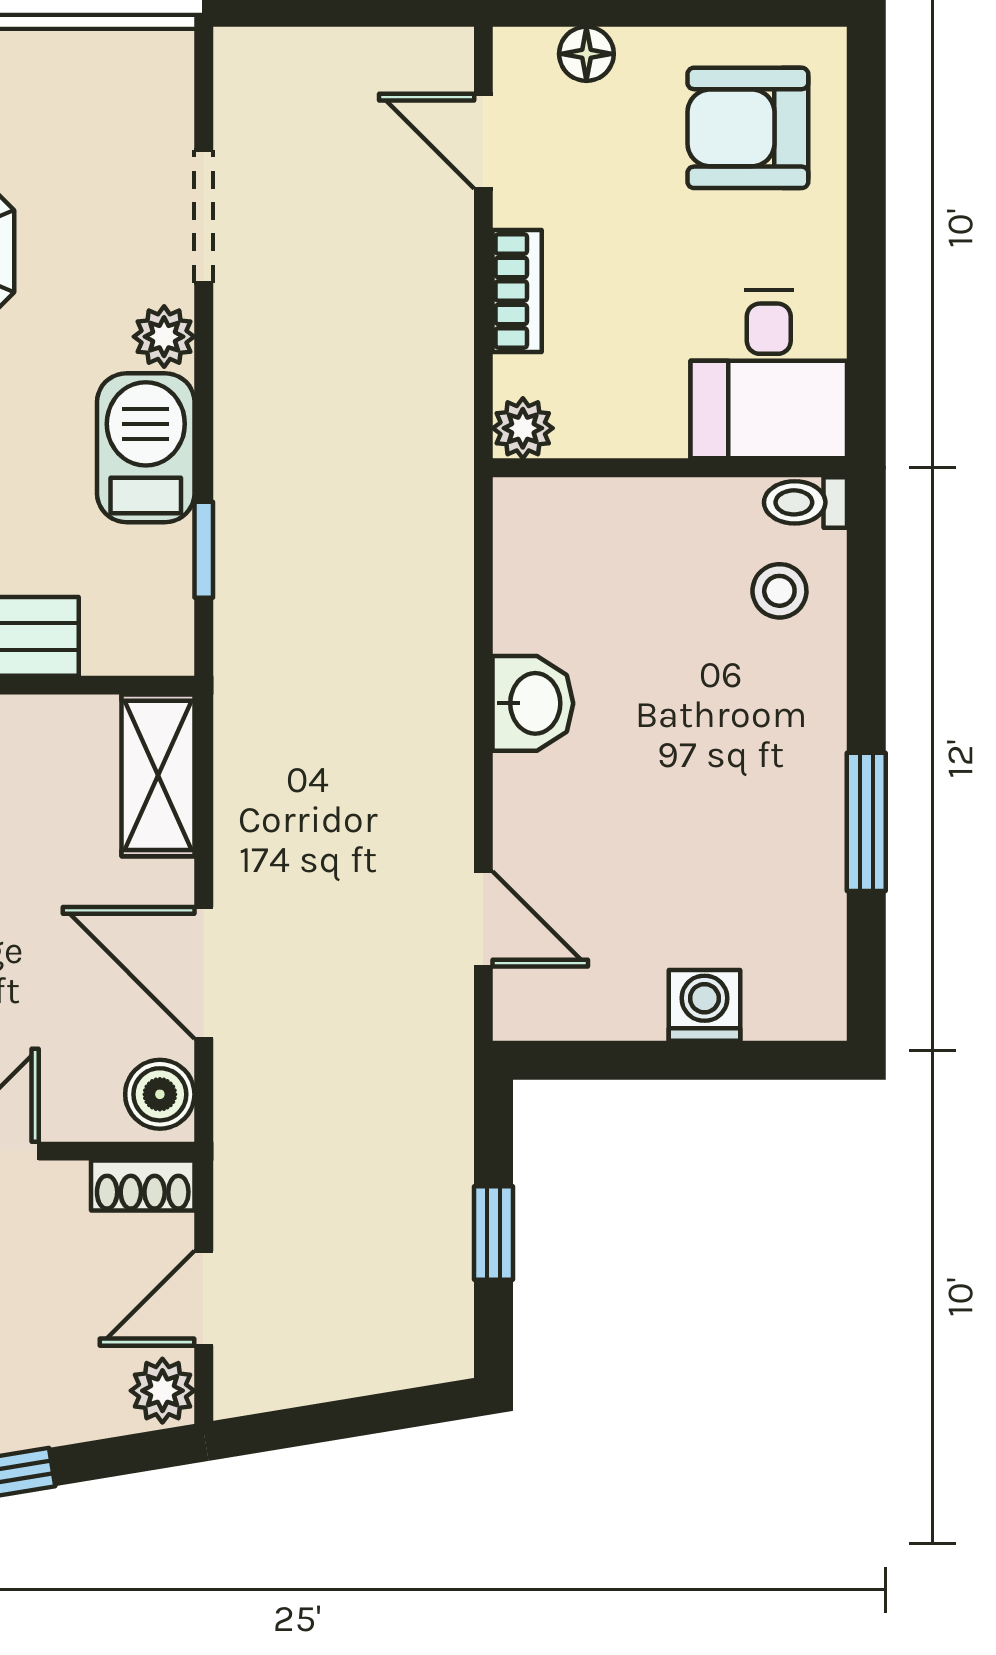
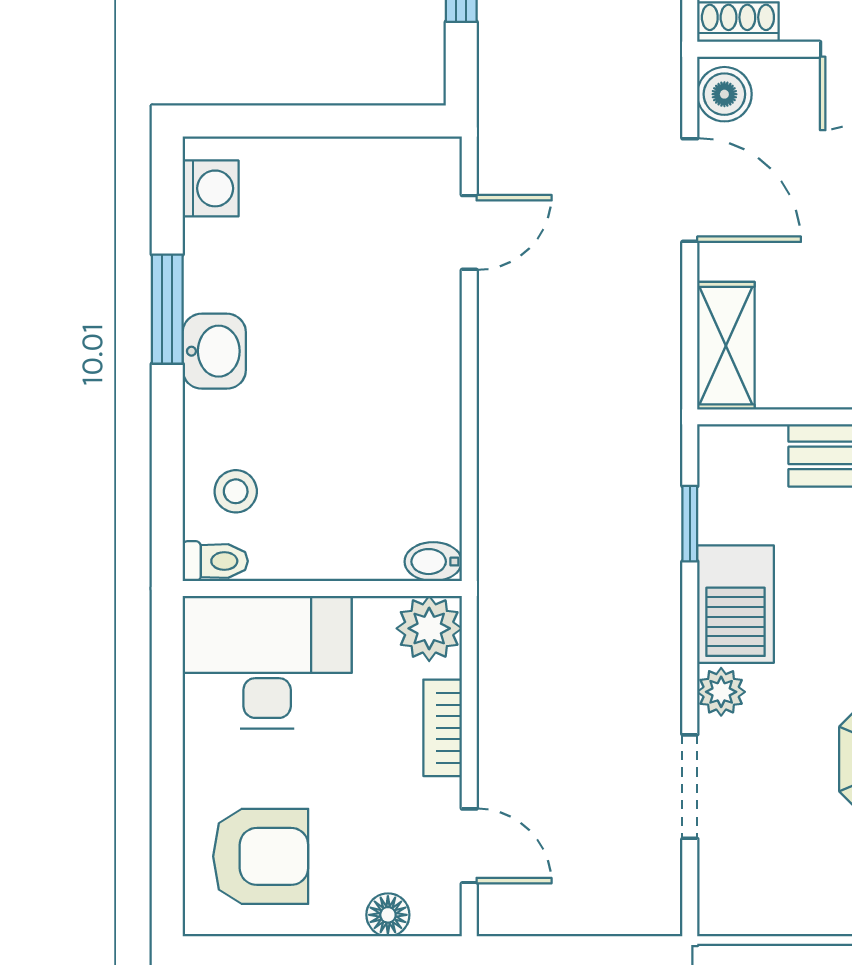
desk: (769, 374) -> (267, 662), width x1.37
plant: (523, 428) -> (429, 628), width x1.38, depth x1.38
bidet: (529, 502) -> (433, 562), added
washbasin: (533, 703) -> (214, 351), moved, turned 180
door: (483, 919) -> (469, 232), swing flipped
washing machine: (704, 1005) -> (211, 188), moved, turned -90

